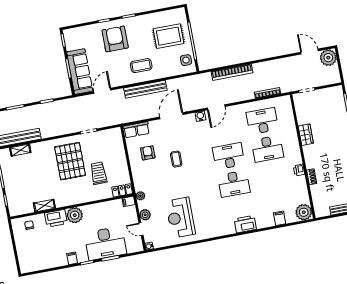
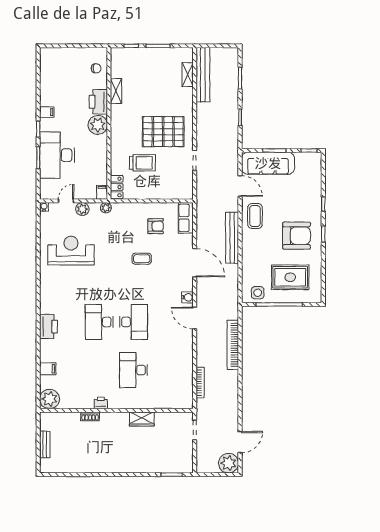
rug: (169, 36) -> (290, 277), turned 90
armchair: (115, 39) -> (296, 236), moved
coffee table: (141, 66) -> (255, 216), moved
desk: (262, 121) -> (168, 370), removed

